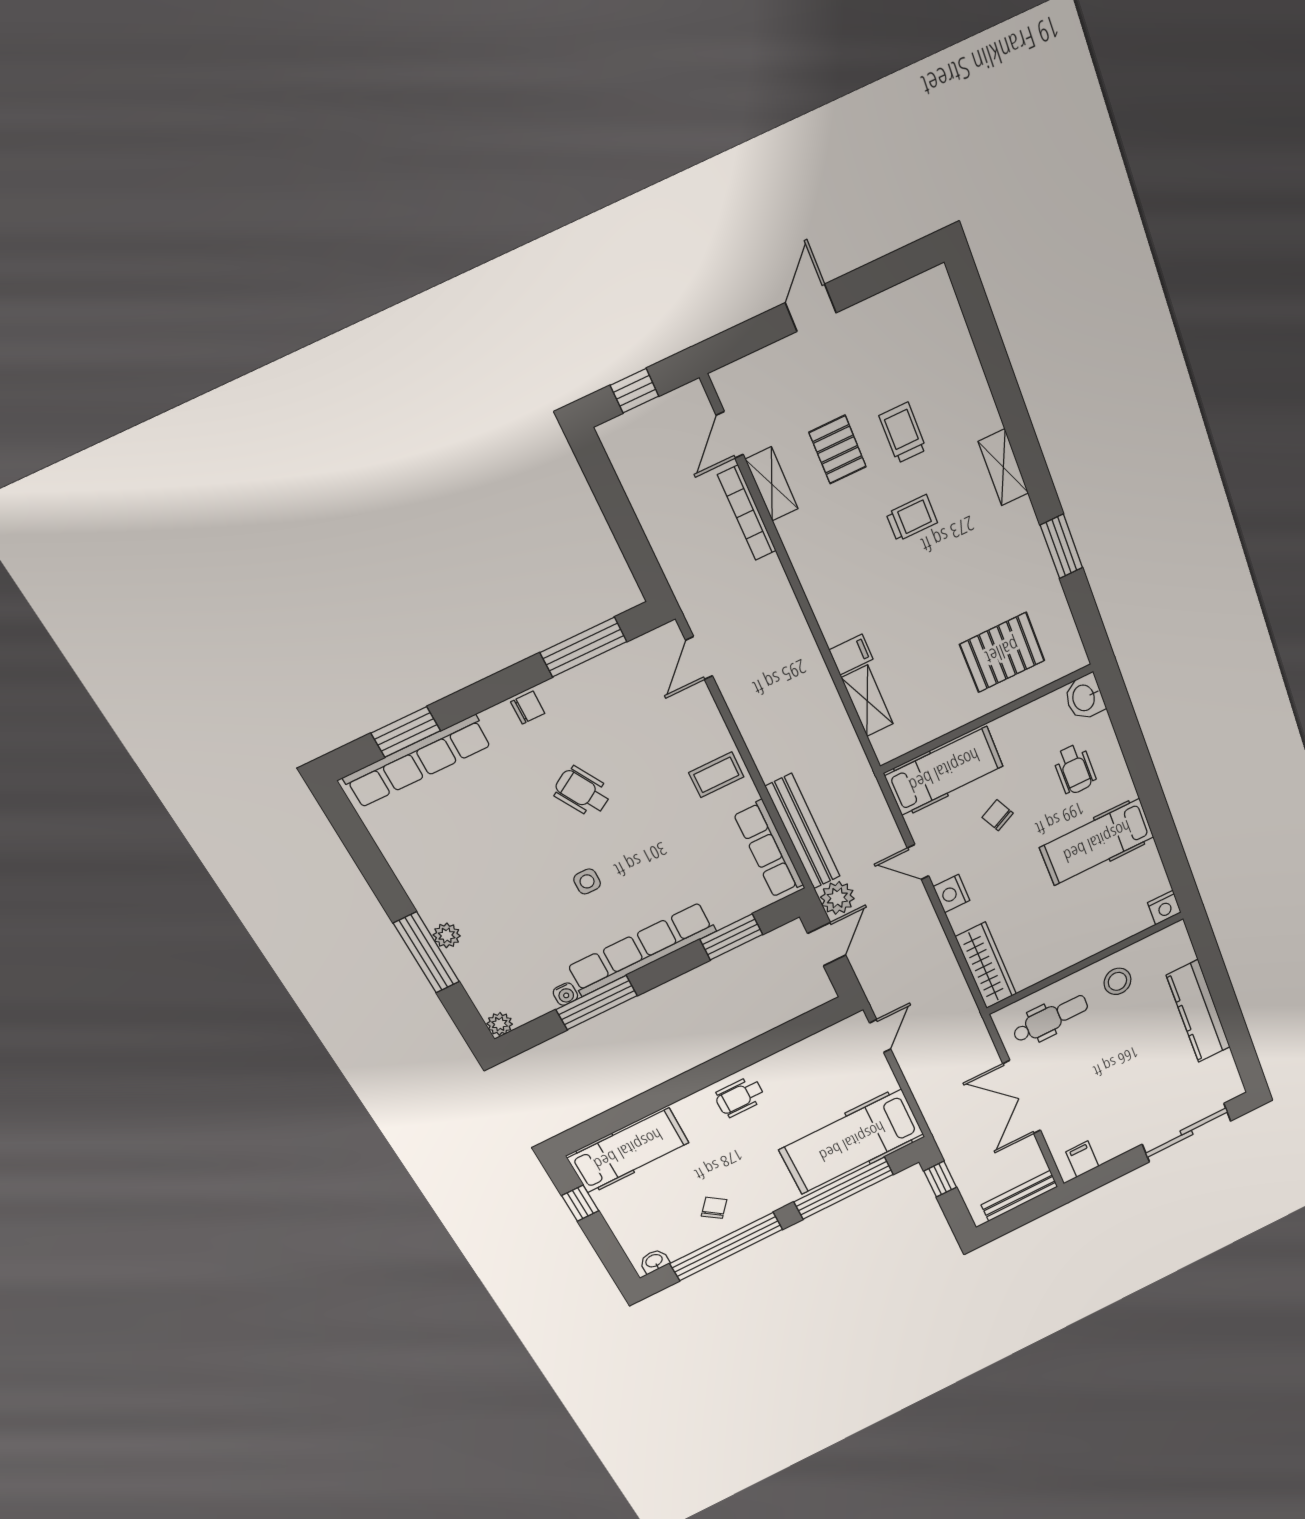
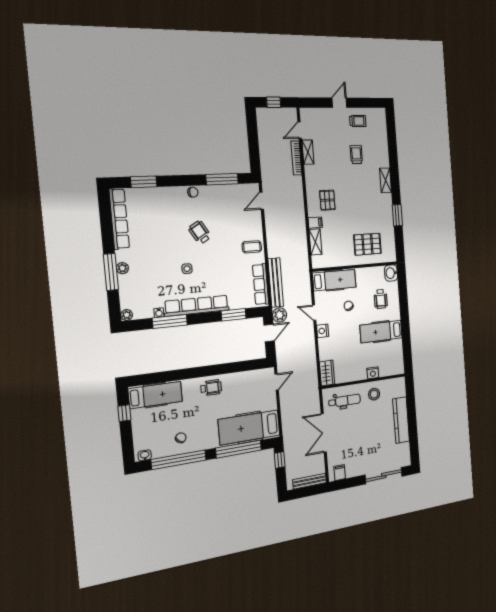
pallet: (838, 450) -> (327, 200), moved
trolley: (912, 518) -> (358, 121), moved
row of seats: (418, 761) -> (119, 219), moved, turned -90
nightstand: (1164, 908) -> (373, 373), moved
wardrobe: (986, 965) -> (327, 373), width x0.67
wheelchair: (740, 1097) -> (211, 388), turned 180

